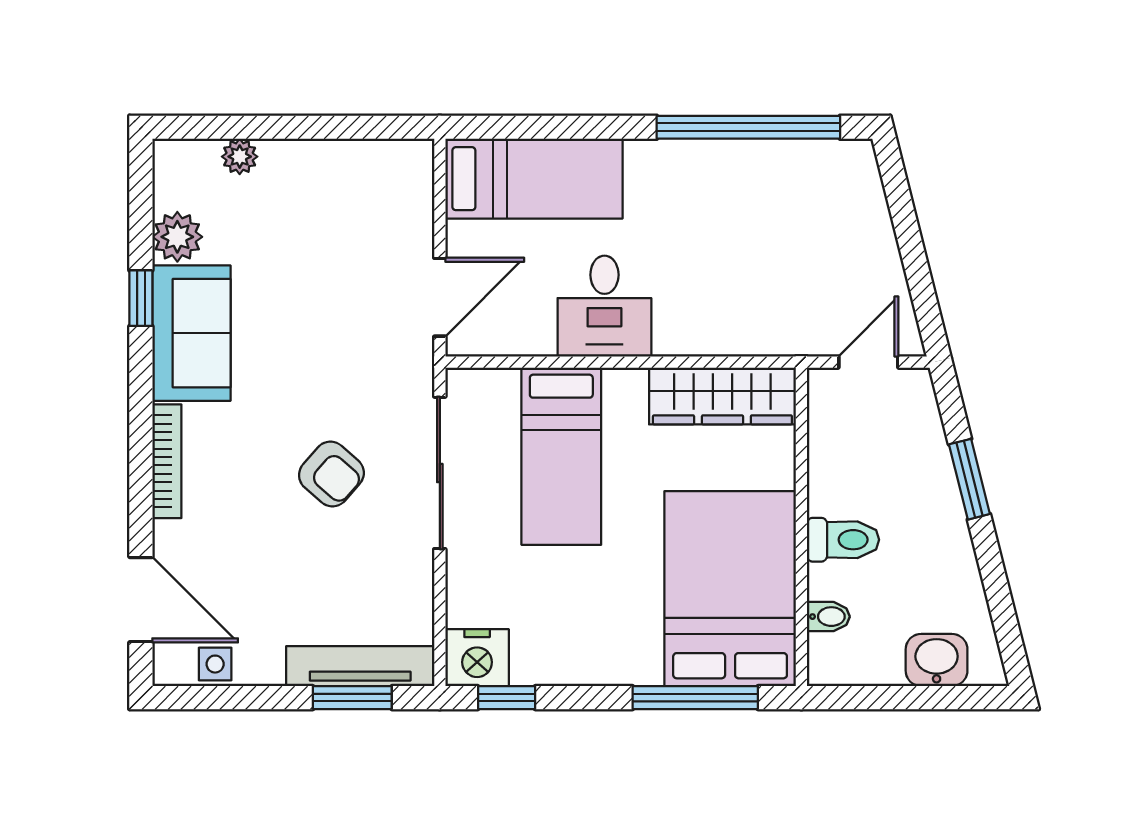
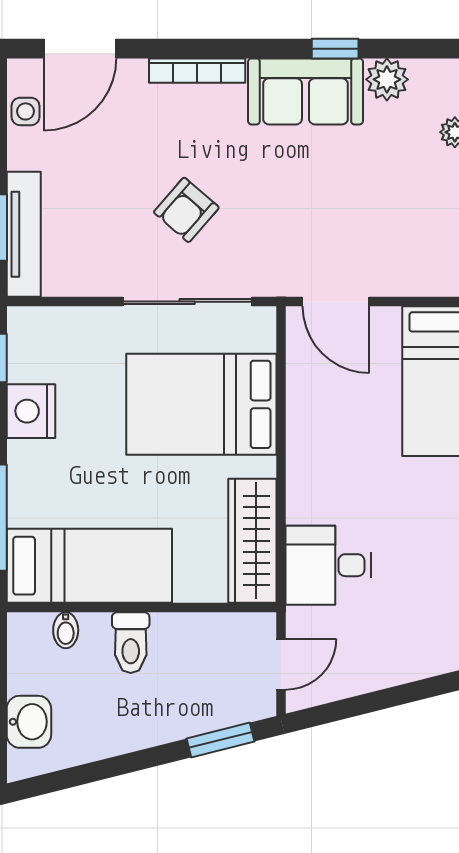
desk: (604, 306) -> (328, 565), moved
door: (868, 362) -> (281, 664), hinge flipped
bed: (561, 456) -> (201, 404), width x1.50
window: (969, 479) -> (220, 740), moved
bed: (730, 589) -> (89, 566), width x0.67
nightstand: (477, 658) -> (31, 411), moved

